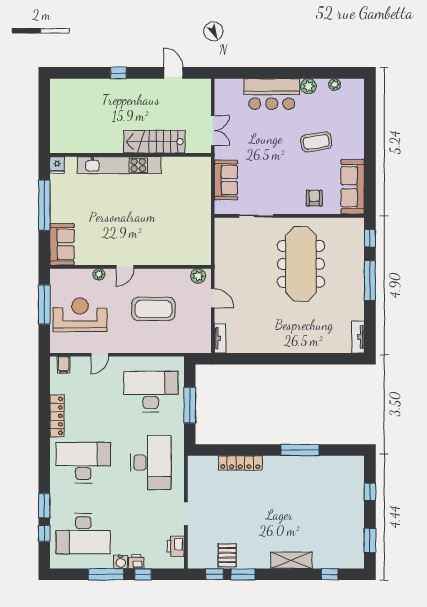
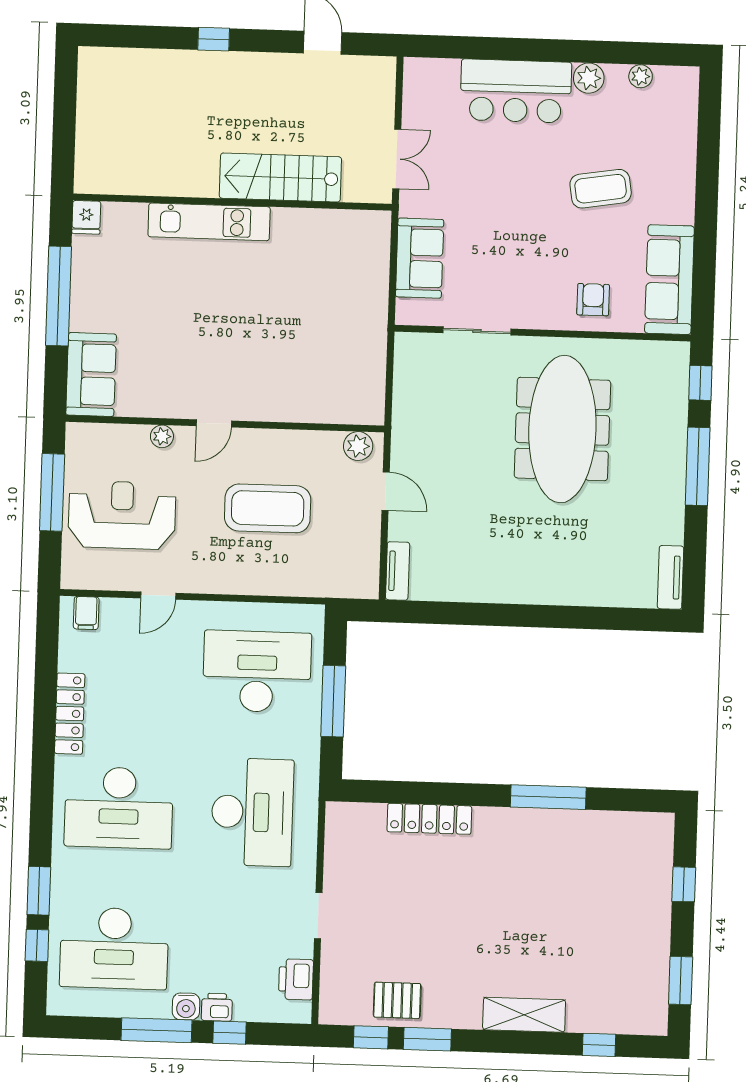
kitchen unit: (119, 165) -> (209, 222), width x0.73
desk: (83, 463) -> (119, 808), turned 180
pallet: (227, 555) -> (397, 1000), turned 90

